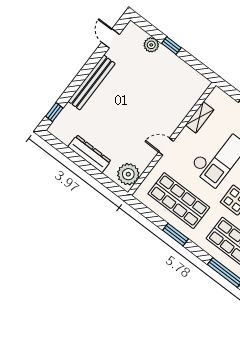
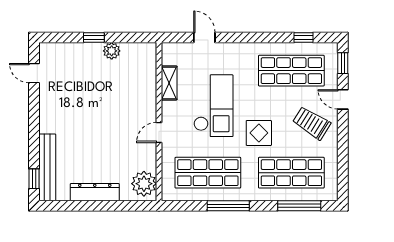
plant: (151, 45) -> (112, 51), moved
bench: (92, 82) -> (47, 167), moved
window: (175, 235) -> (228, 206), width x1.44

